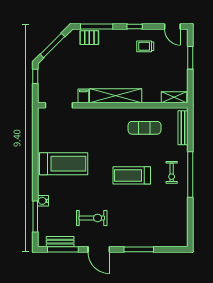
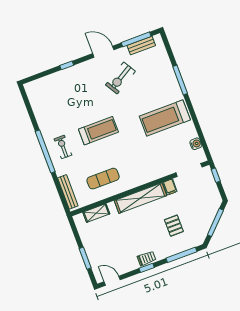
pallet: (89, 38) -> (174, 226), moved, turned 90
trolley: (145, 46) -> (147, 258), moved
window: (35, 76) -> (216, 175), moved
shelving: (174, 97) -> (96, 213), moved
water cooler: (43, 201) -> (196, 144), moved
window: (35, 216) -> (180, 80), moved
exercise bike: (92, 218) -> (120, 78), turned -31
window: (139, 249) -> (67, 65), width x0.46

